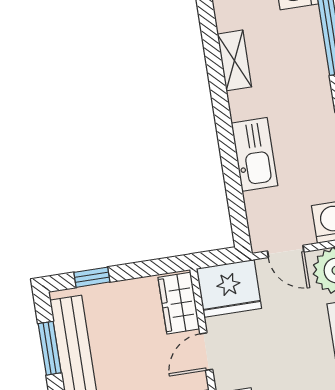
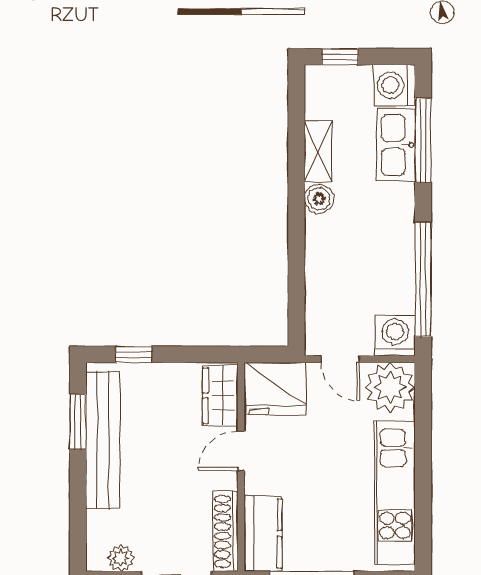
boiler: (242, 105) -> (319, 199), added
kitchen sink: (254, 154) -> (396, 145), moved, turned 180

